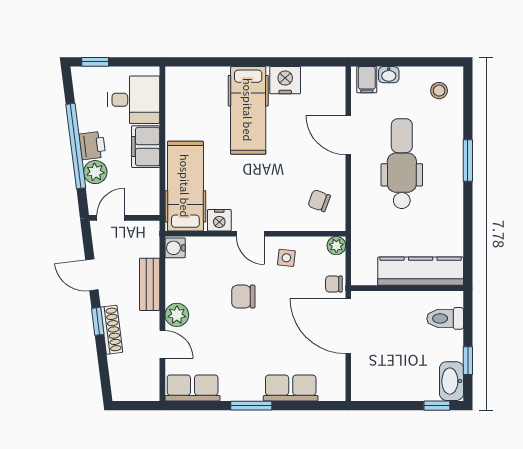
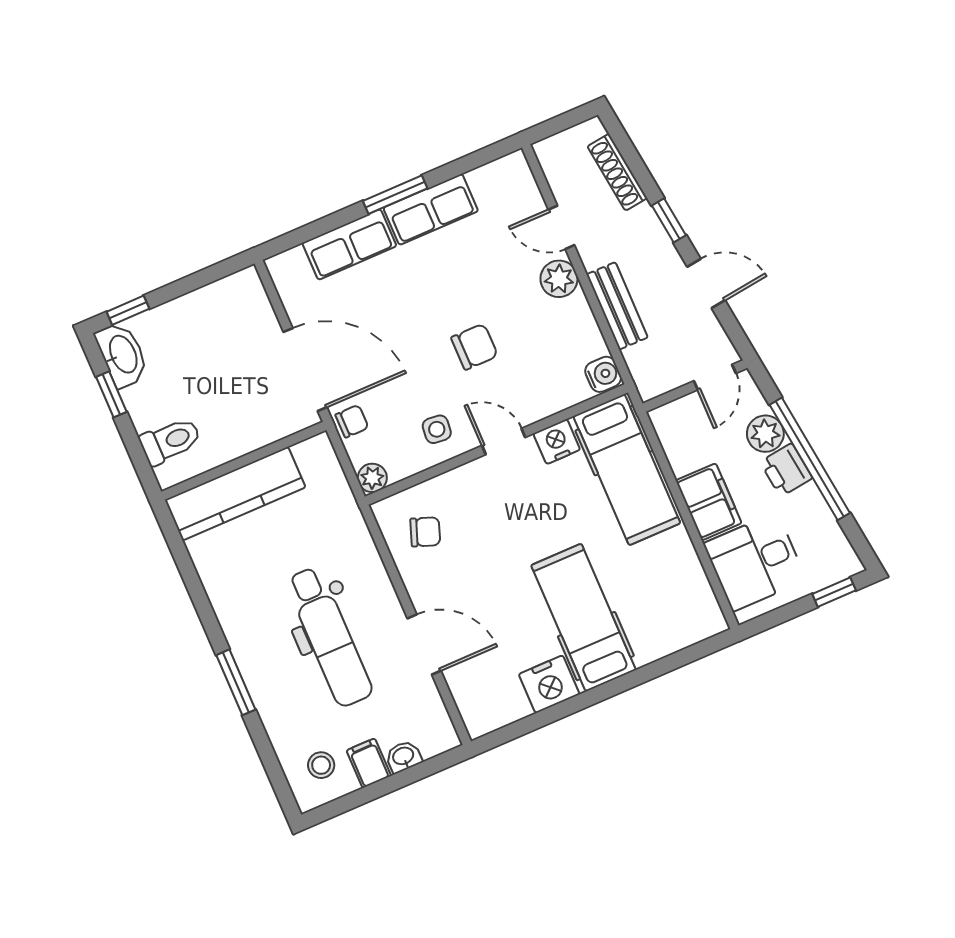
filing cabinet: (367, 80) -> (369, 763), moved
shoe rack: (112, 330) -> (617, 172), moved
row of seats: (193, 388) -> (431, 209), moved

